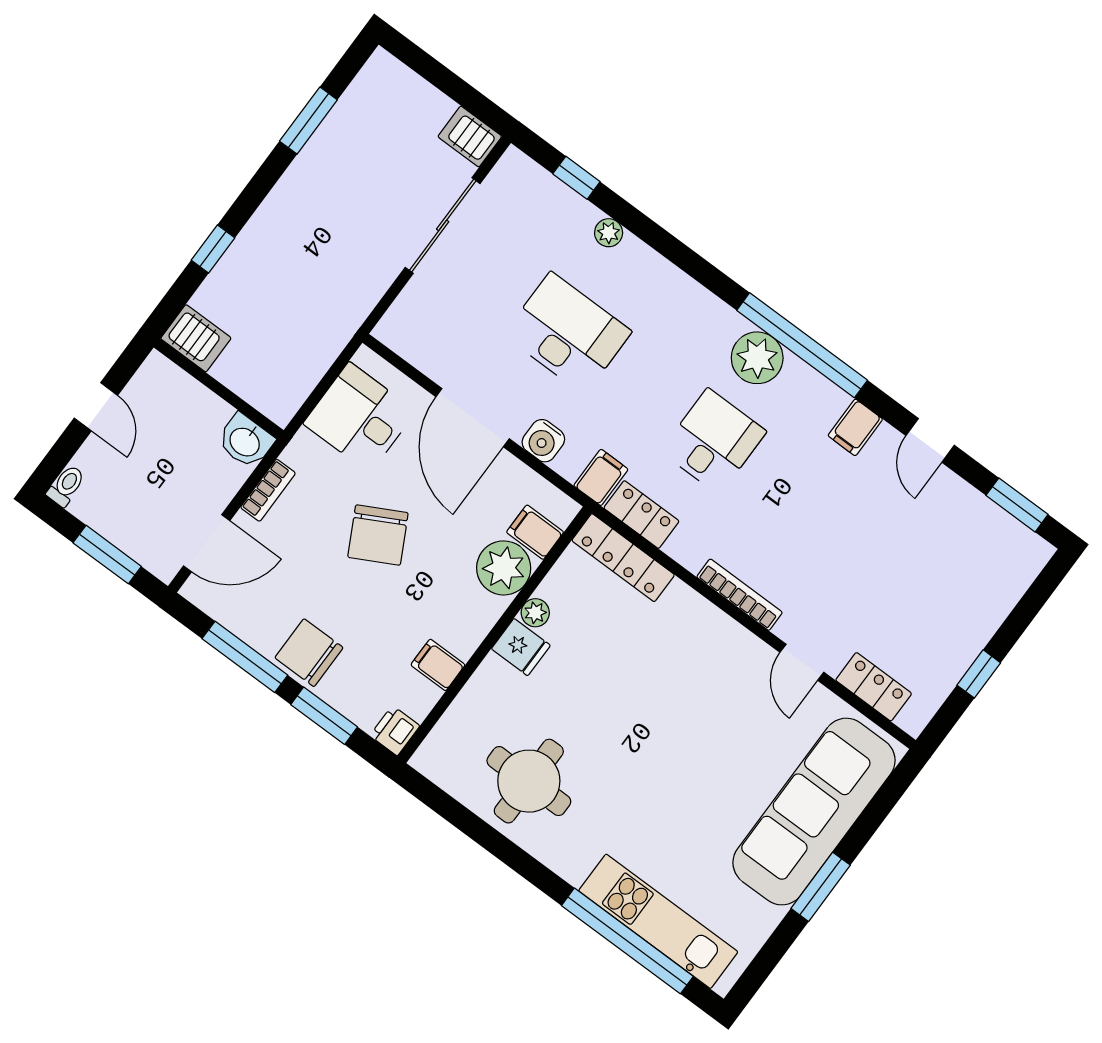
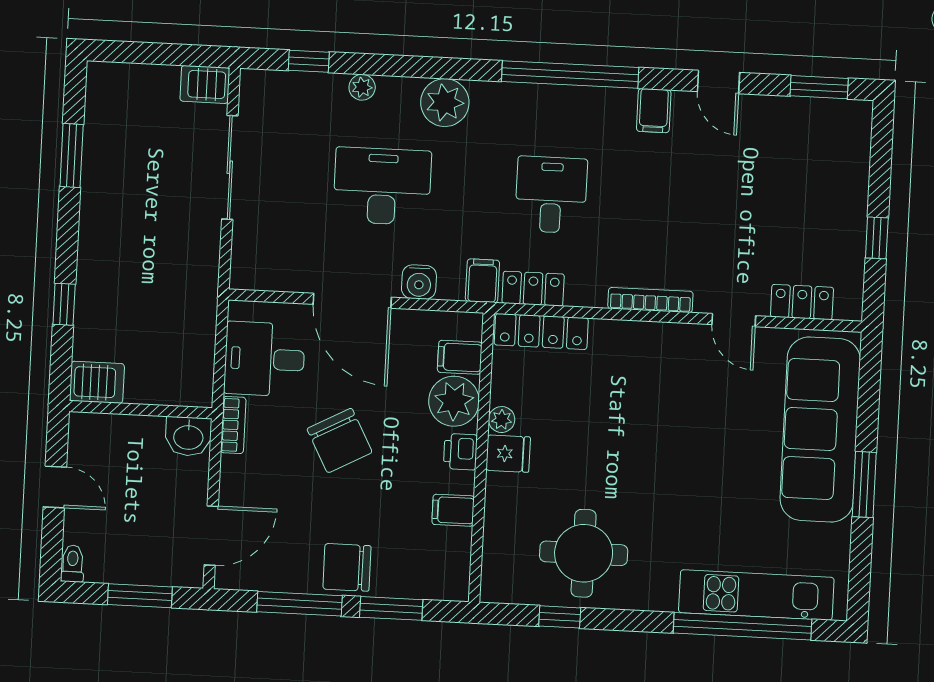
plant: (757, 358) -> (445, 103), moved
bookcase: (268, 490) -> (233, 425), moved
printer: (395, 731) -> (460, 452), moved
window: (470, 824) -> (560, 617), added

